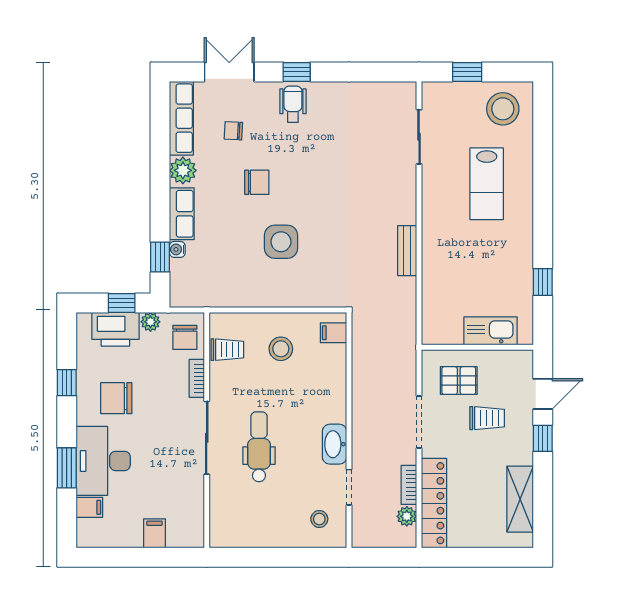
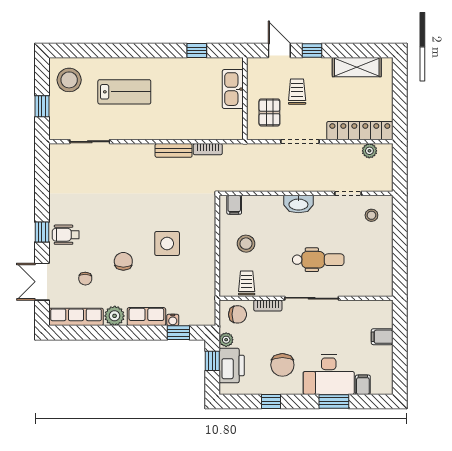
washbasin: (335, 444) -> (298, 204), moved
dental chair: (259, 447) -> (318, 260), turned 180
bookcase: (409, 485) -> (208, 149), moved

